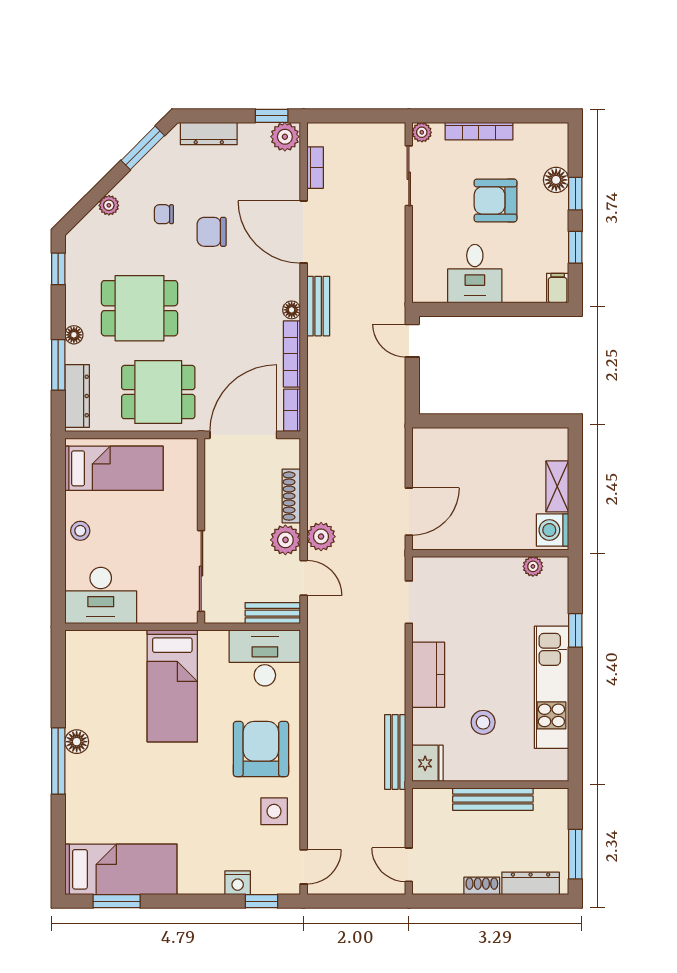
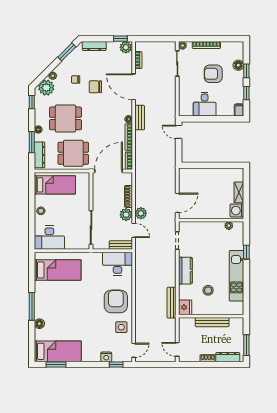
plant: (93, 234) -> (46, 88), added
bed: (172, 686) -> (58, 270), moved, turned -90
floor lamp: (77, 742) -> (39, 324), moved

